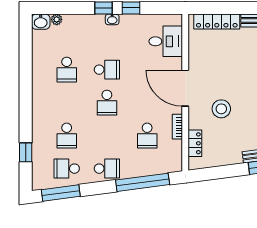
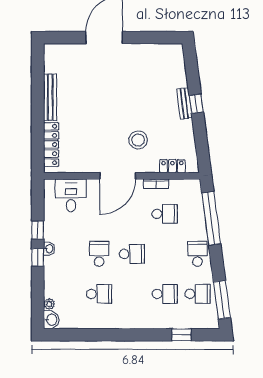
school desk: (67, 169) -> (198, 294), turned -90

